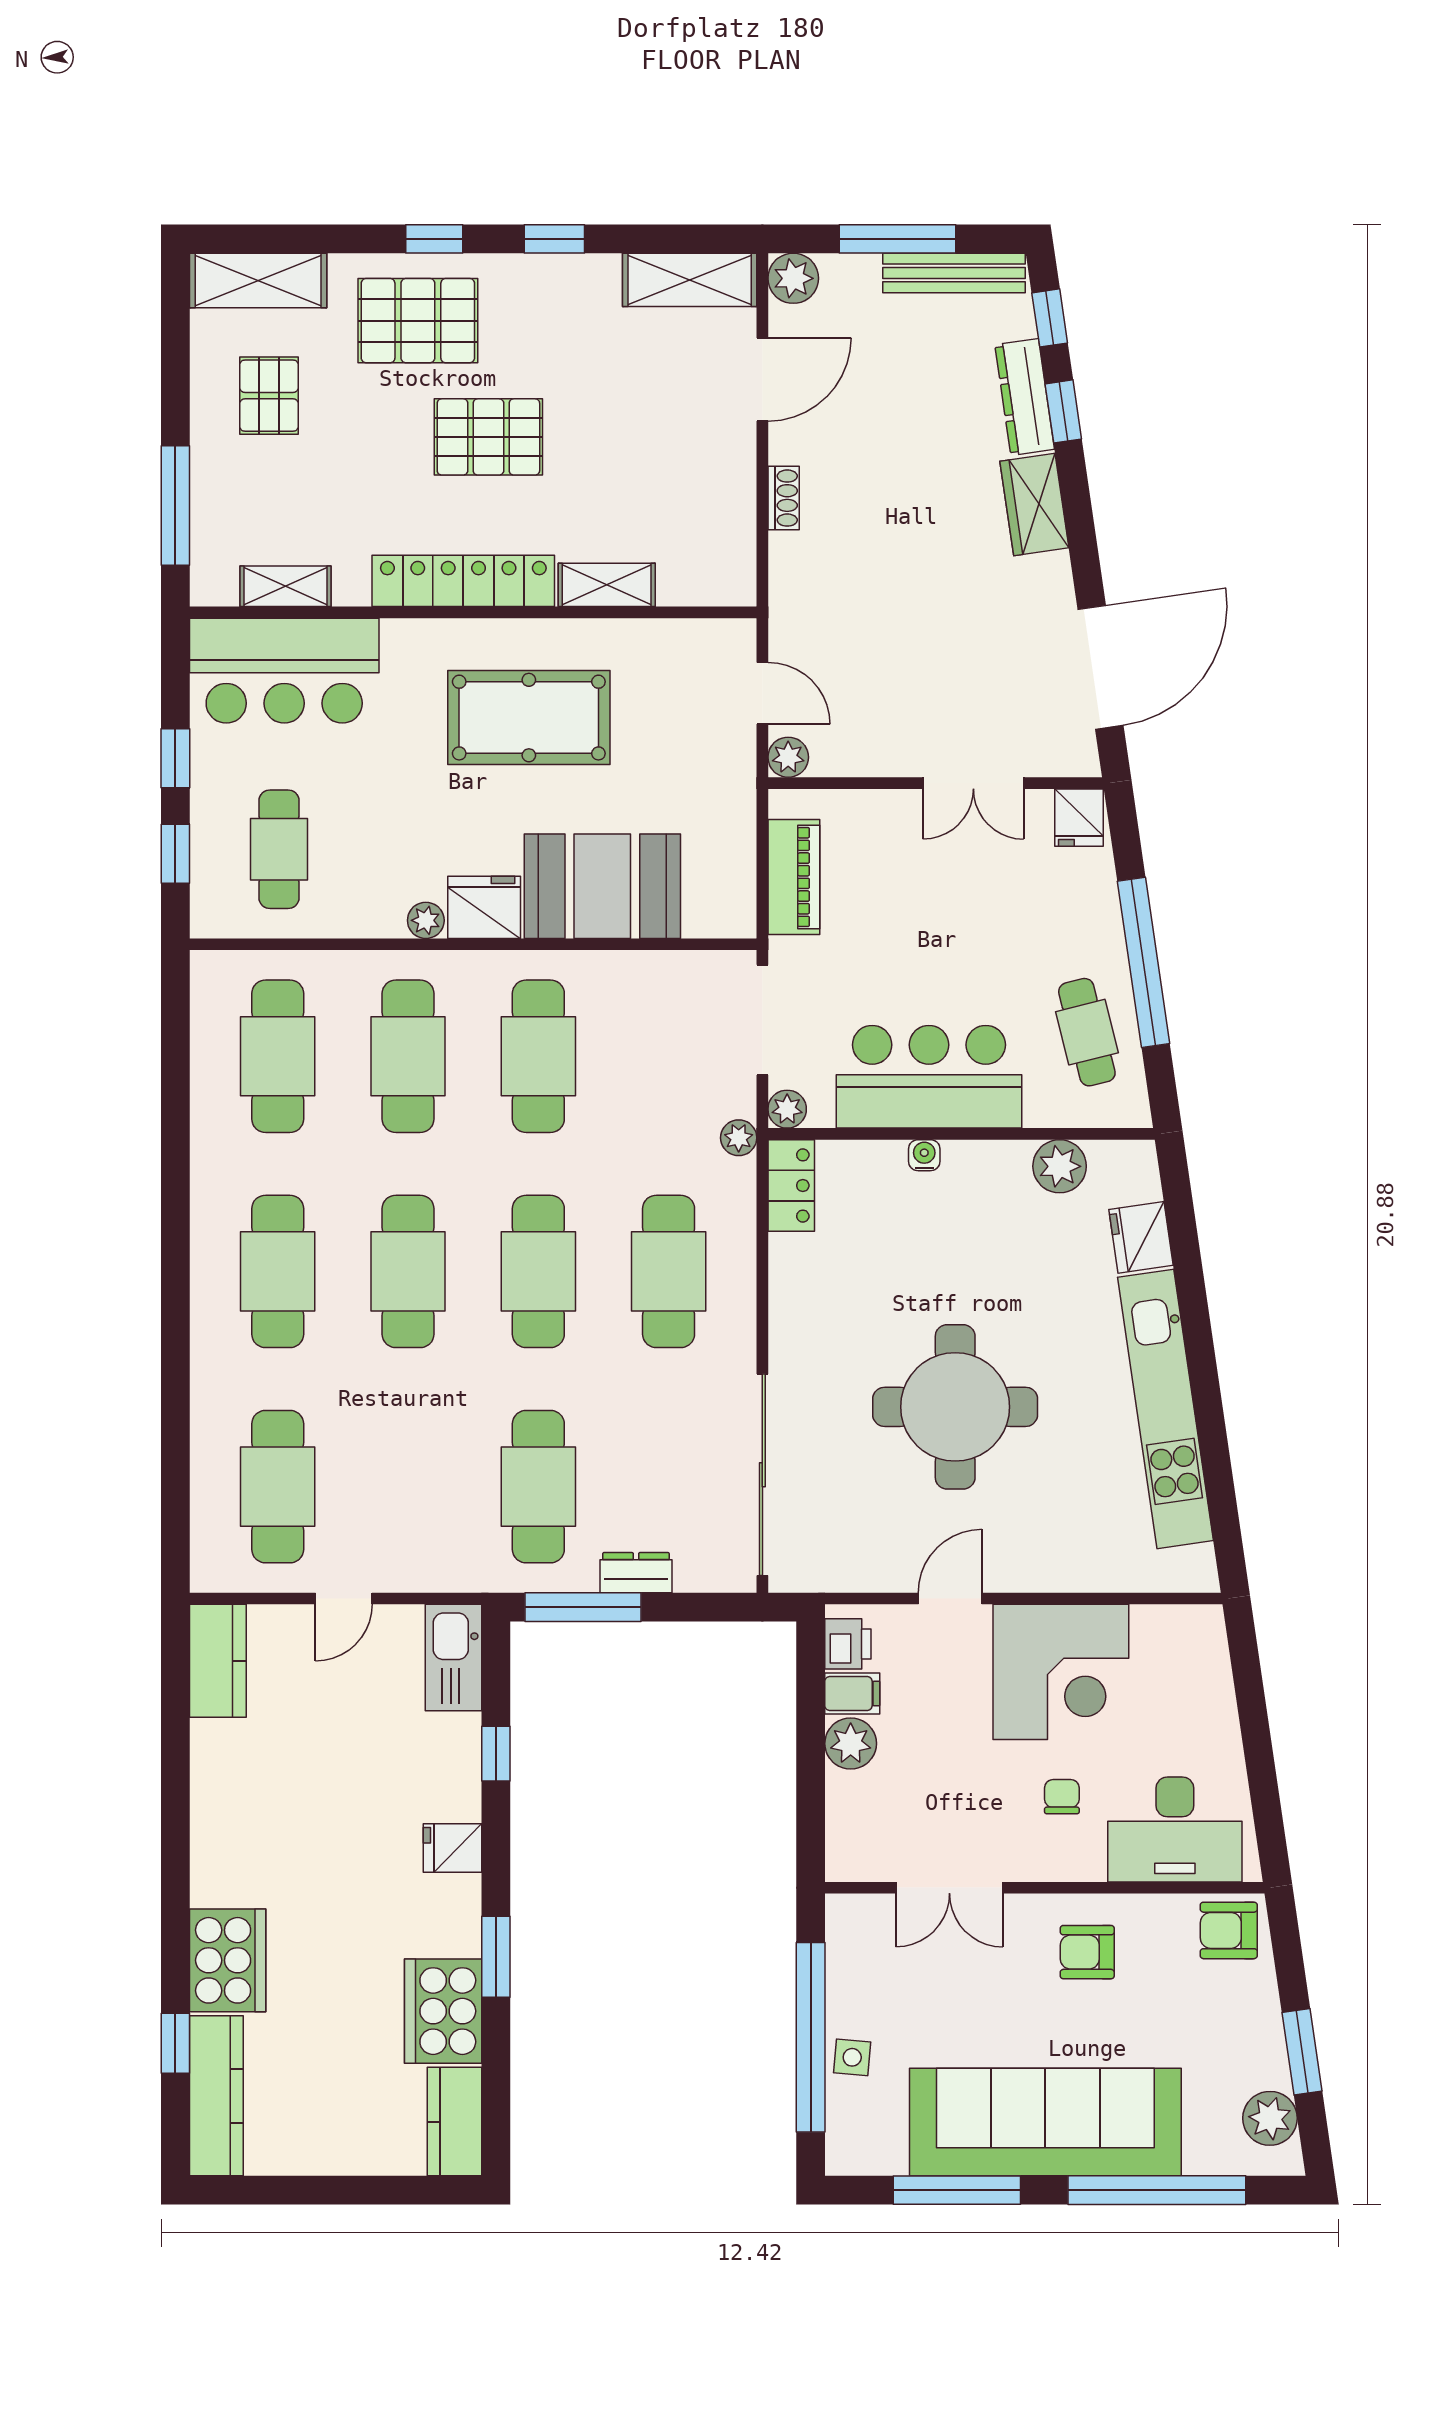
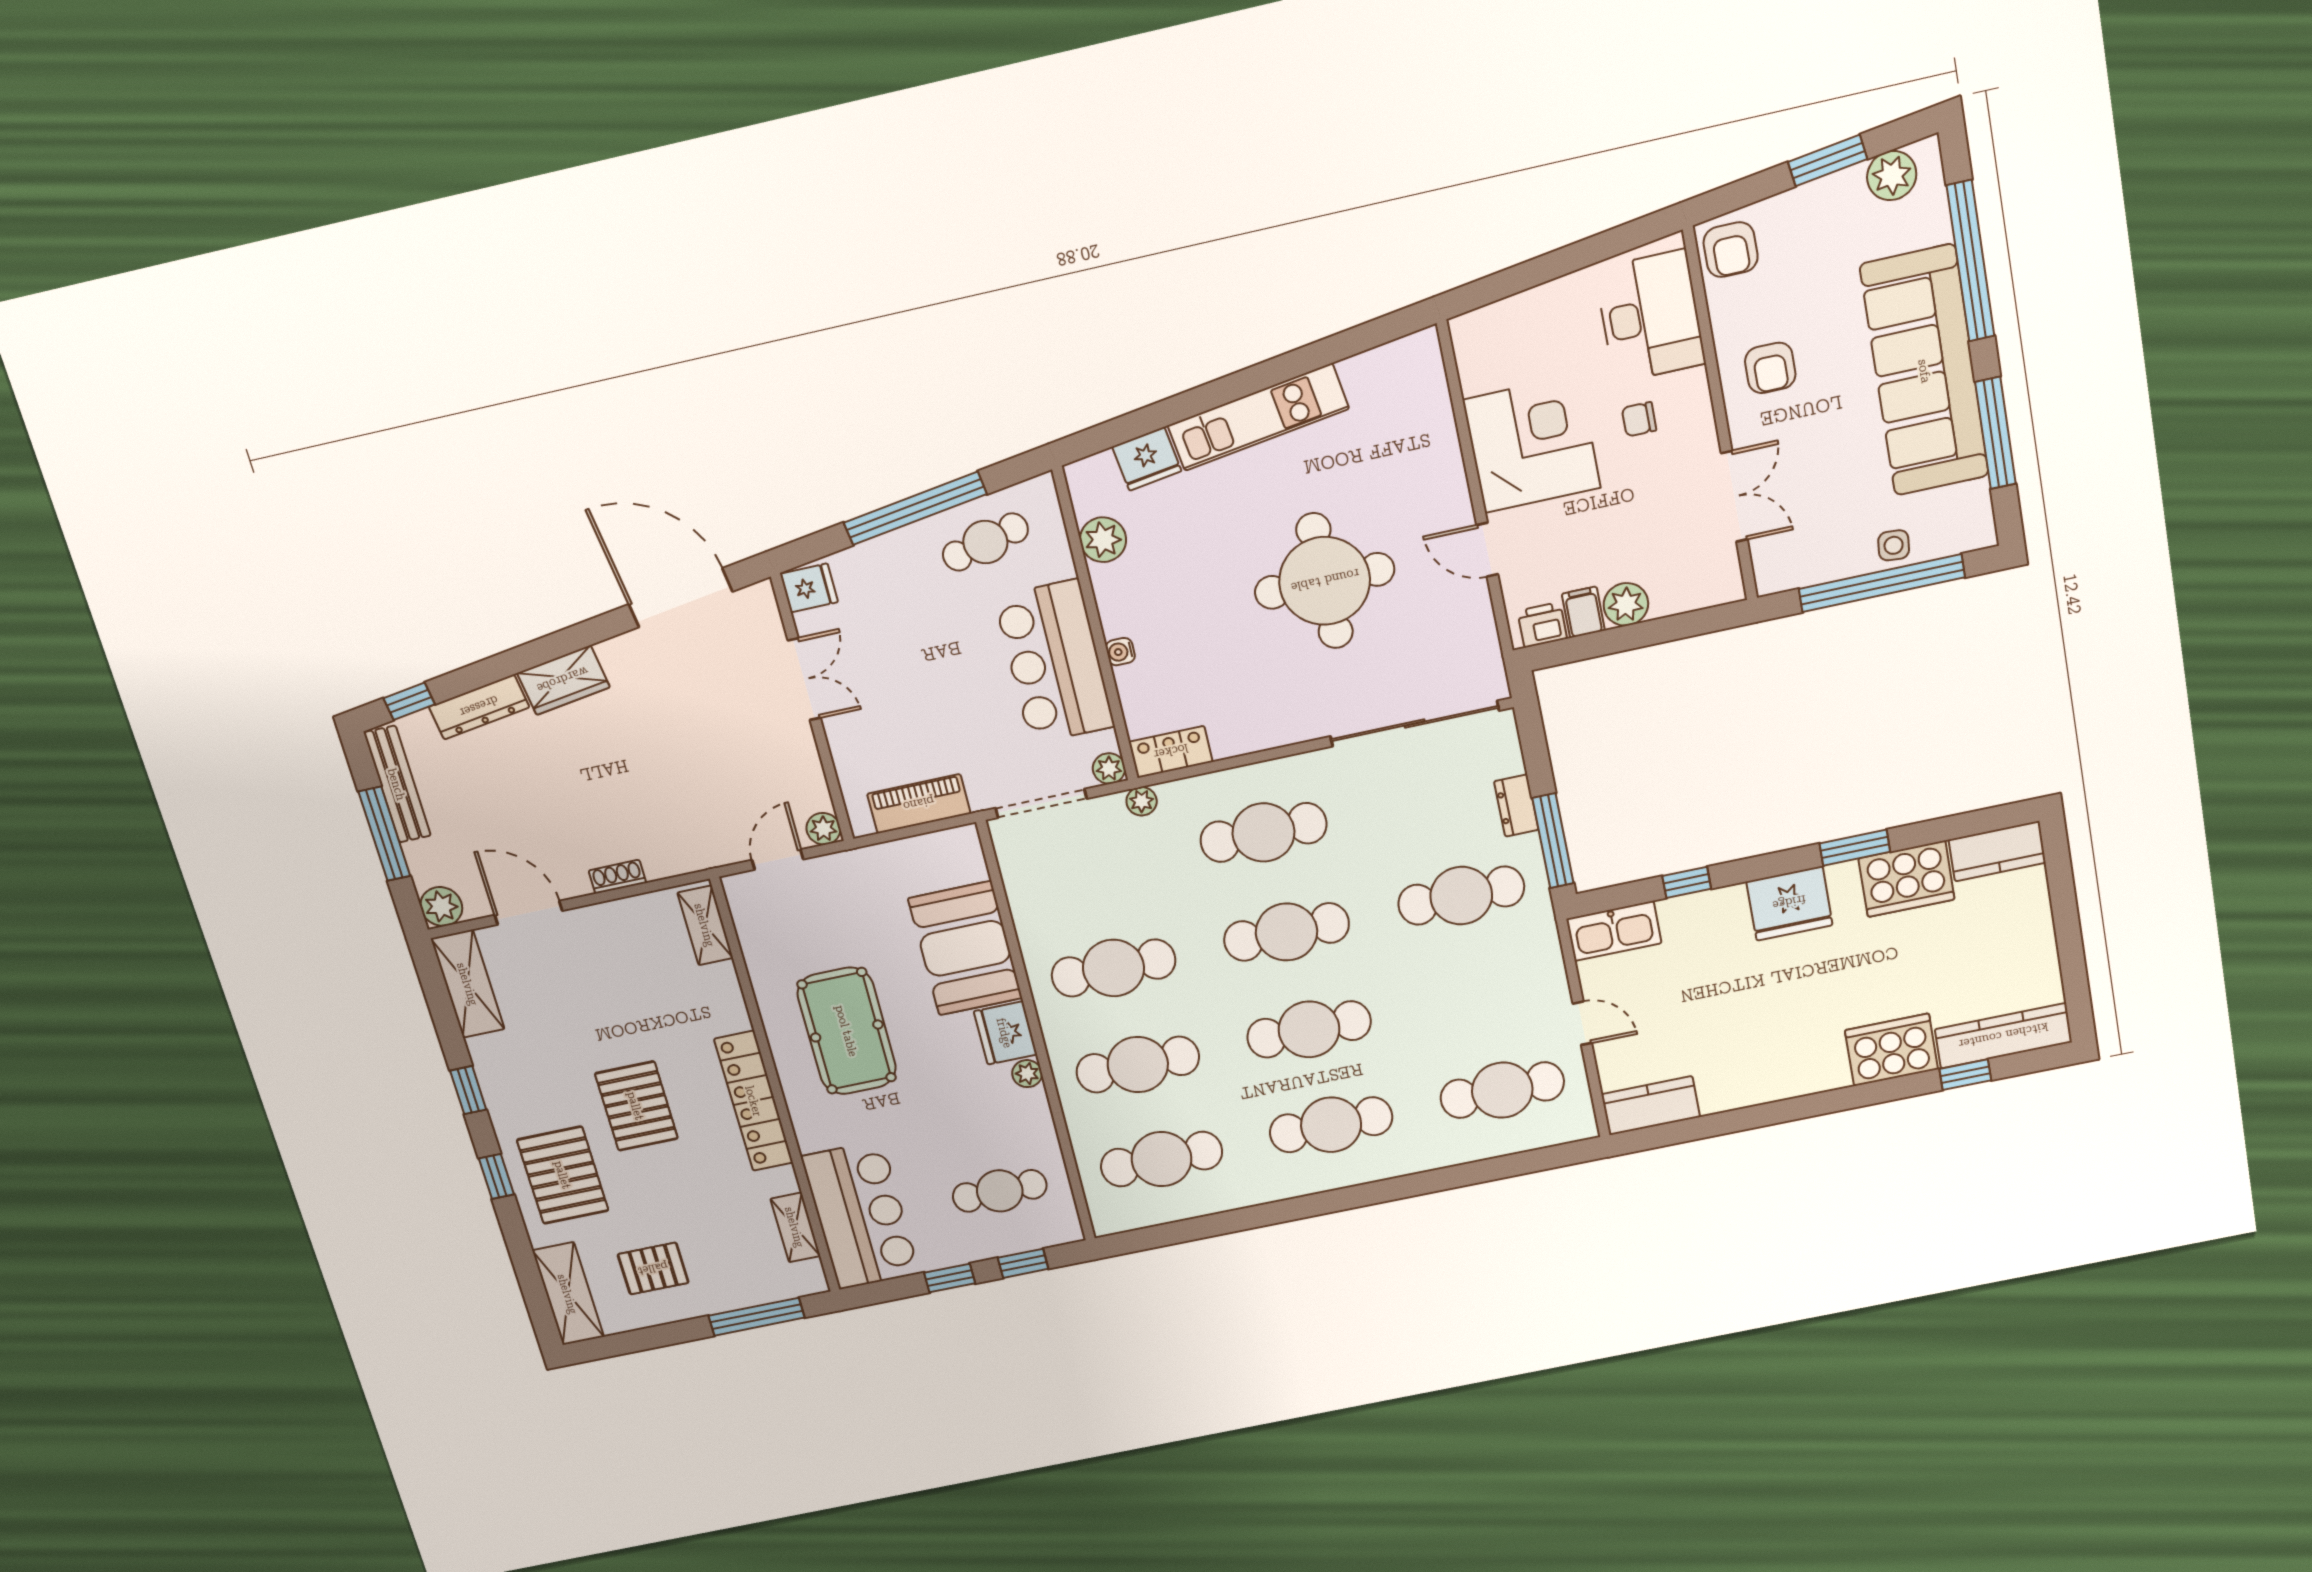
window: (1063, 411) -> (481, 674), removed
shelving: (607, 585) -> (705, 925), moved
kitchen unit: (1165, 1409) -> (1258, 417), width x0.73
fridge: (453, 1848) -> (1789, 903), width x1.88, depth x1.34

